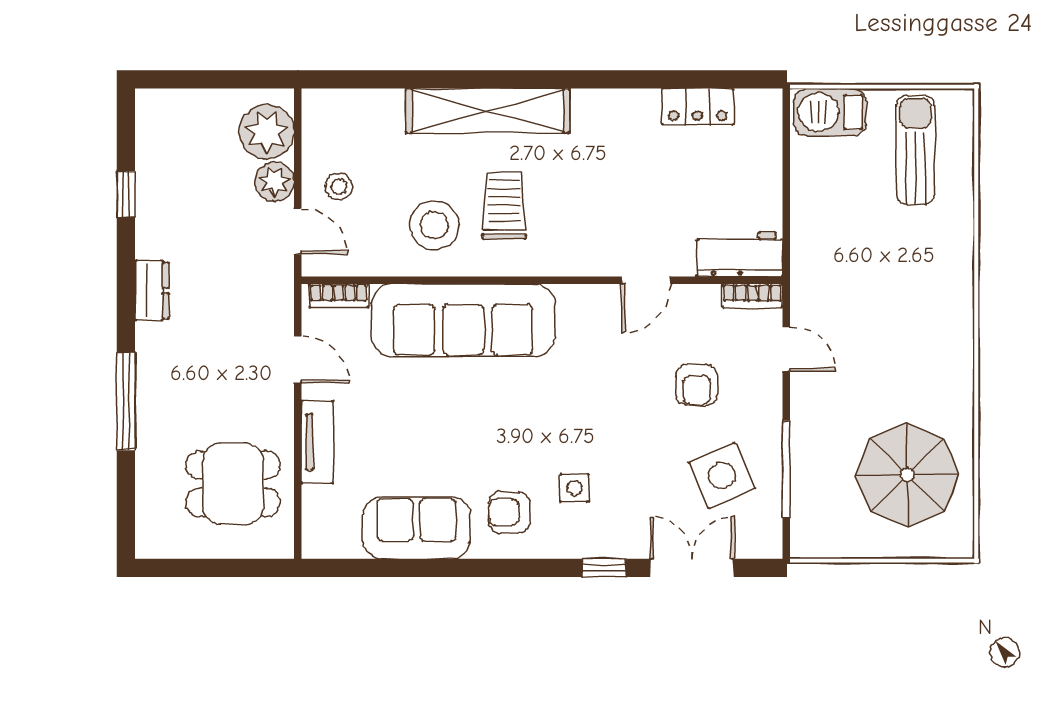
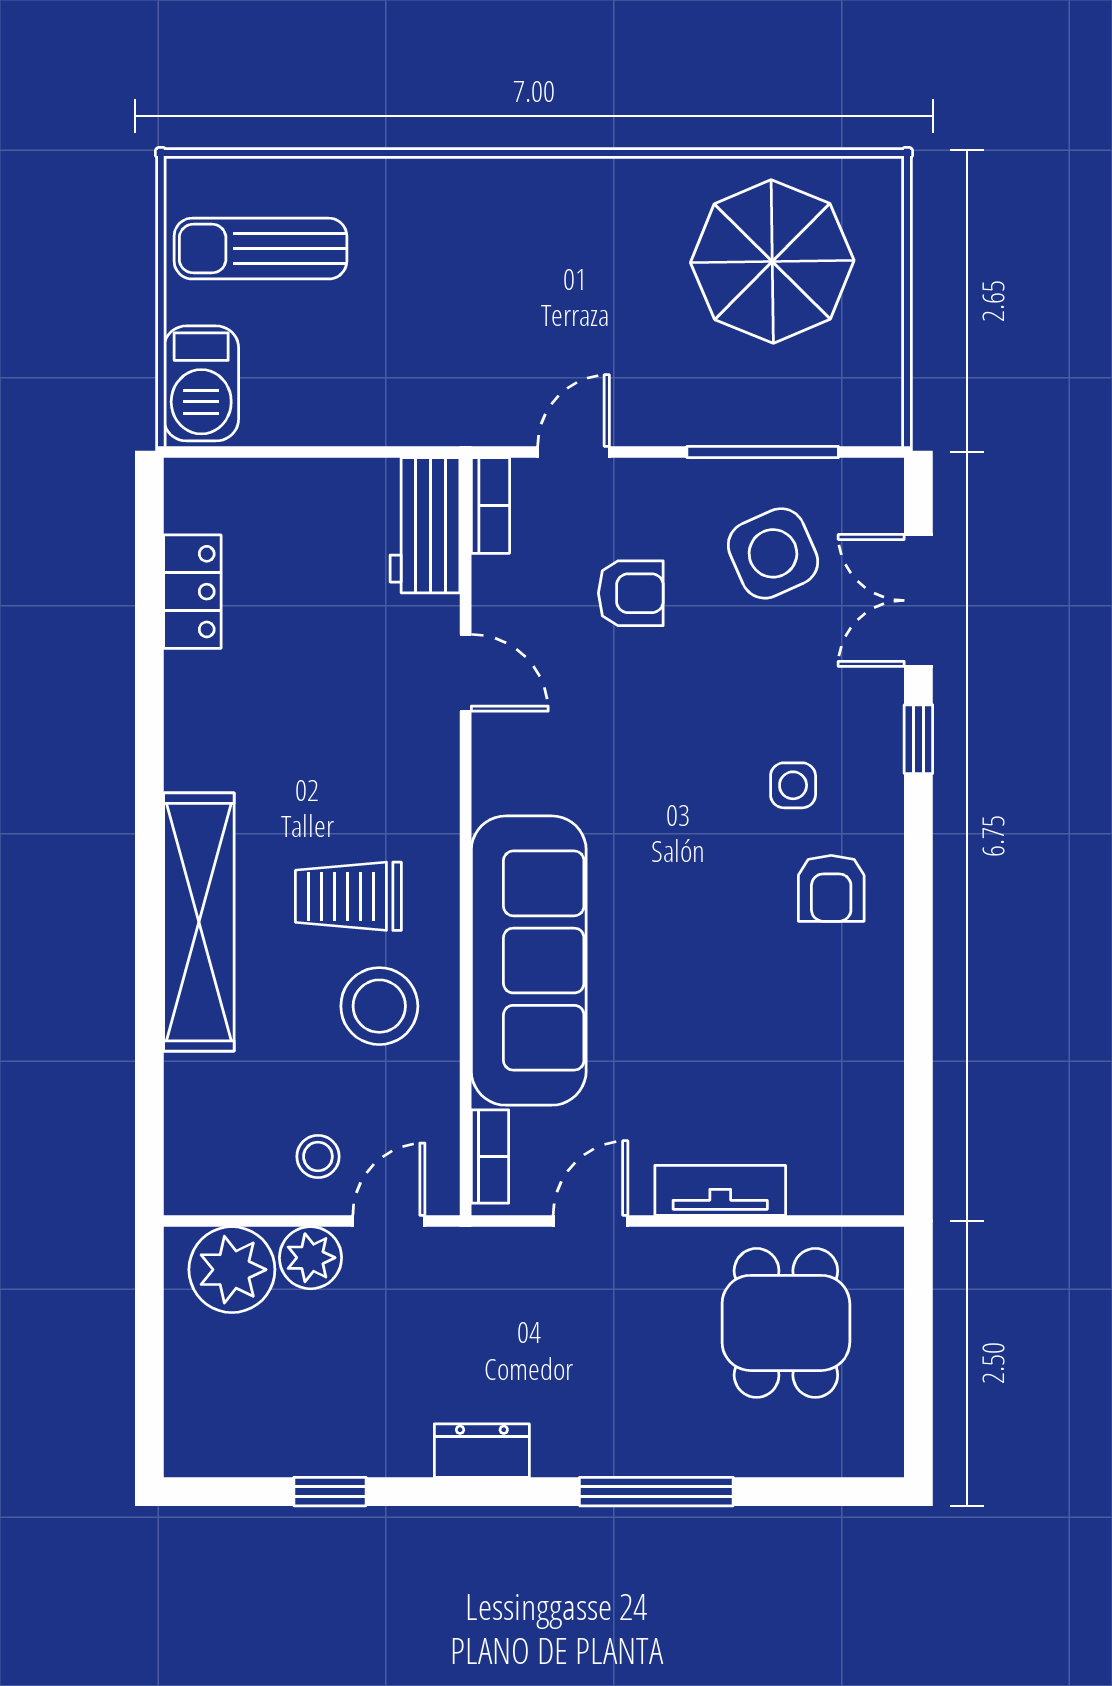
sofa: (417, 528) -> (856, 1034), removed

